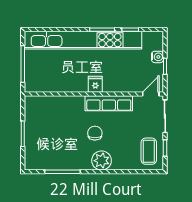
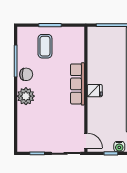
row of seats: (109, 103) -> (77, 84), moved
chair: (95, 133) -> (26, 74), moved
coffee table: (149, 151) -> (45, 46), moved, turned 90

